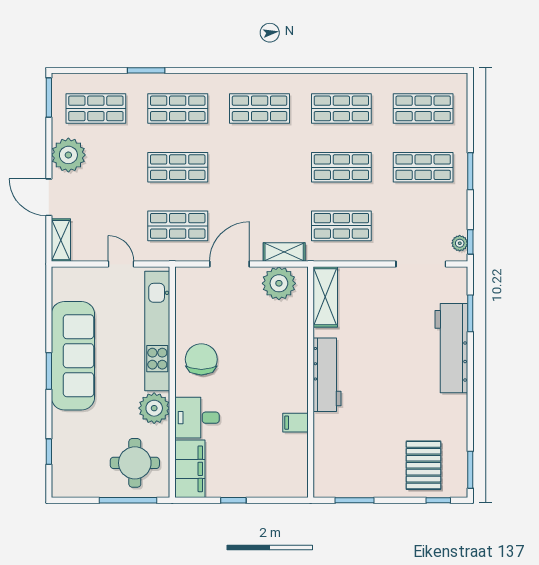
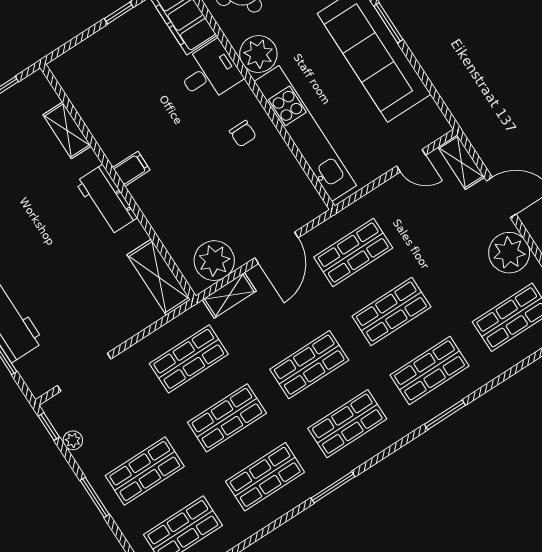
window: (146, 70) -> (445, 415), moved
window: (298, 70) -> (333, 487), added
shop shelf: (260, 167) -> (309, 365), added
plant: (460, 243) -> (73, 440), moved
door: (121, 264) -> (411, 161), moved
chair: (201, 359) -> (243, 134), width x0.54, depth x0.54
workbench: (327, 375) -> (106, 200), width x0.73
filing cabinet: (295, 423) -> (131, 169), moved
shelving: (323, 441) -> (67, 130), added

